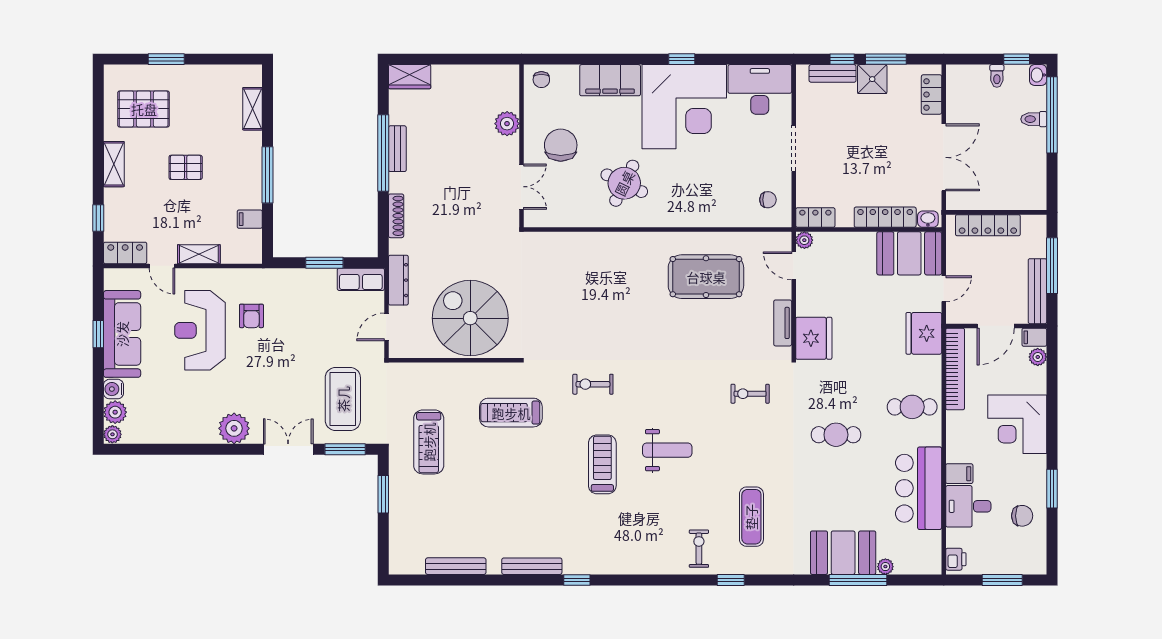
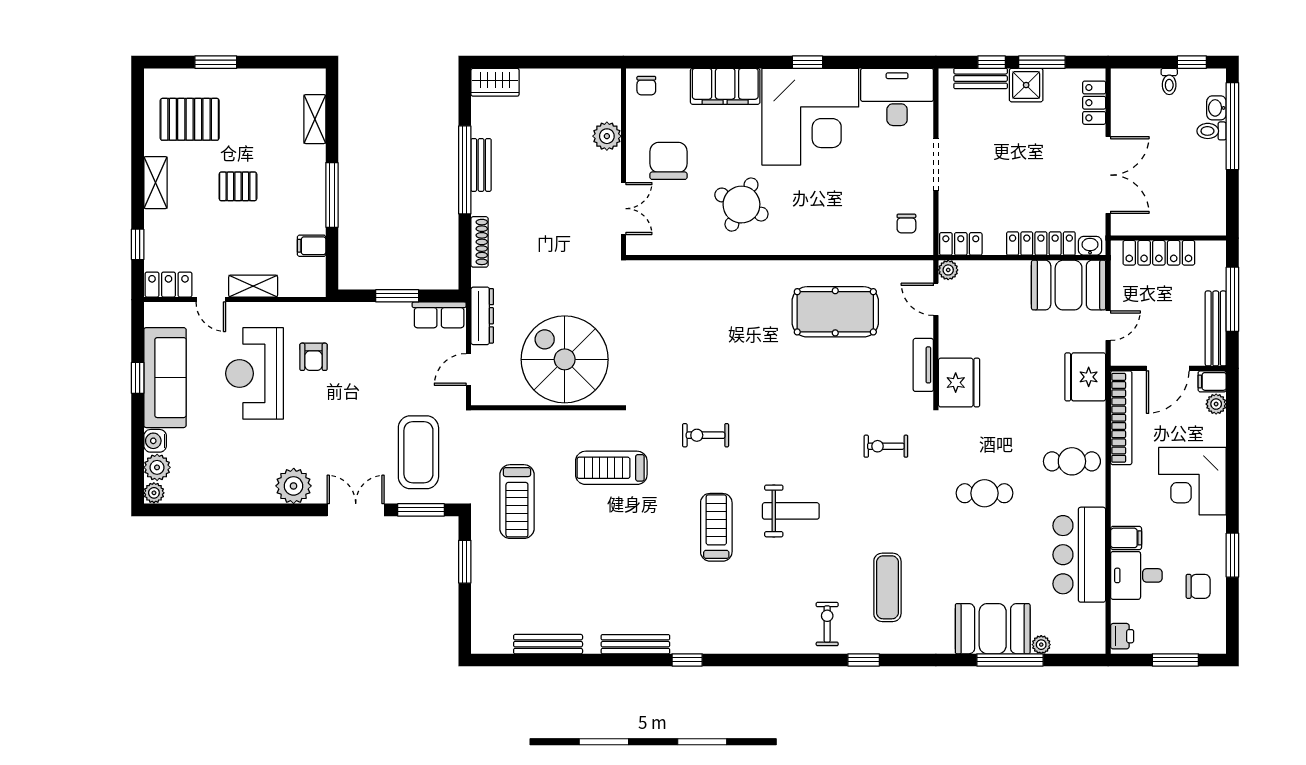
washbasin: (1038, 75) -> (1216, 108), moved
chair: (768, 200) -> (906, 224), turned 90

